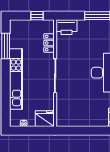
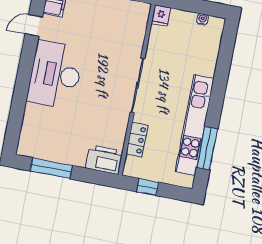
kitchen unit: (16, 79) -> (195, 125), moved
fridge: (45, 119) -> (161, 16), width x0.53, depth x0.75

